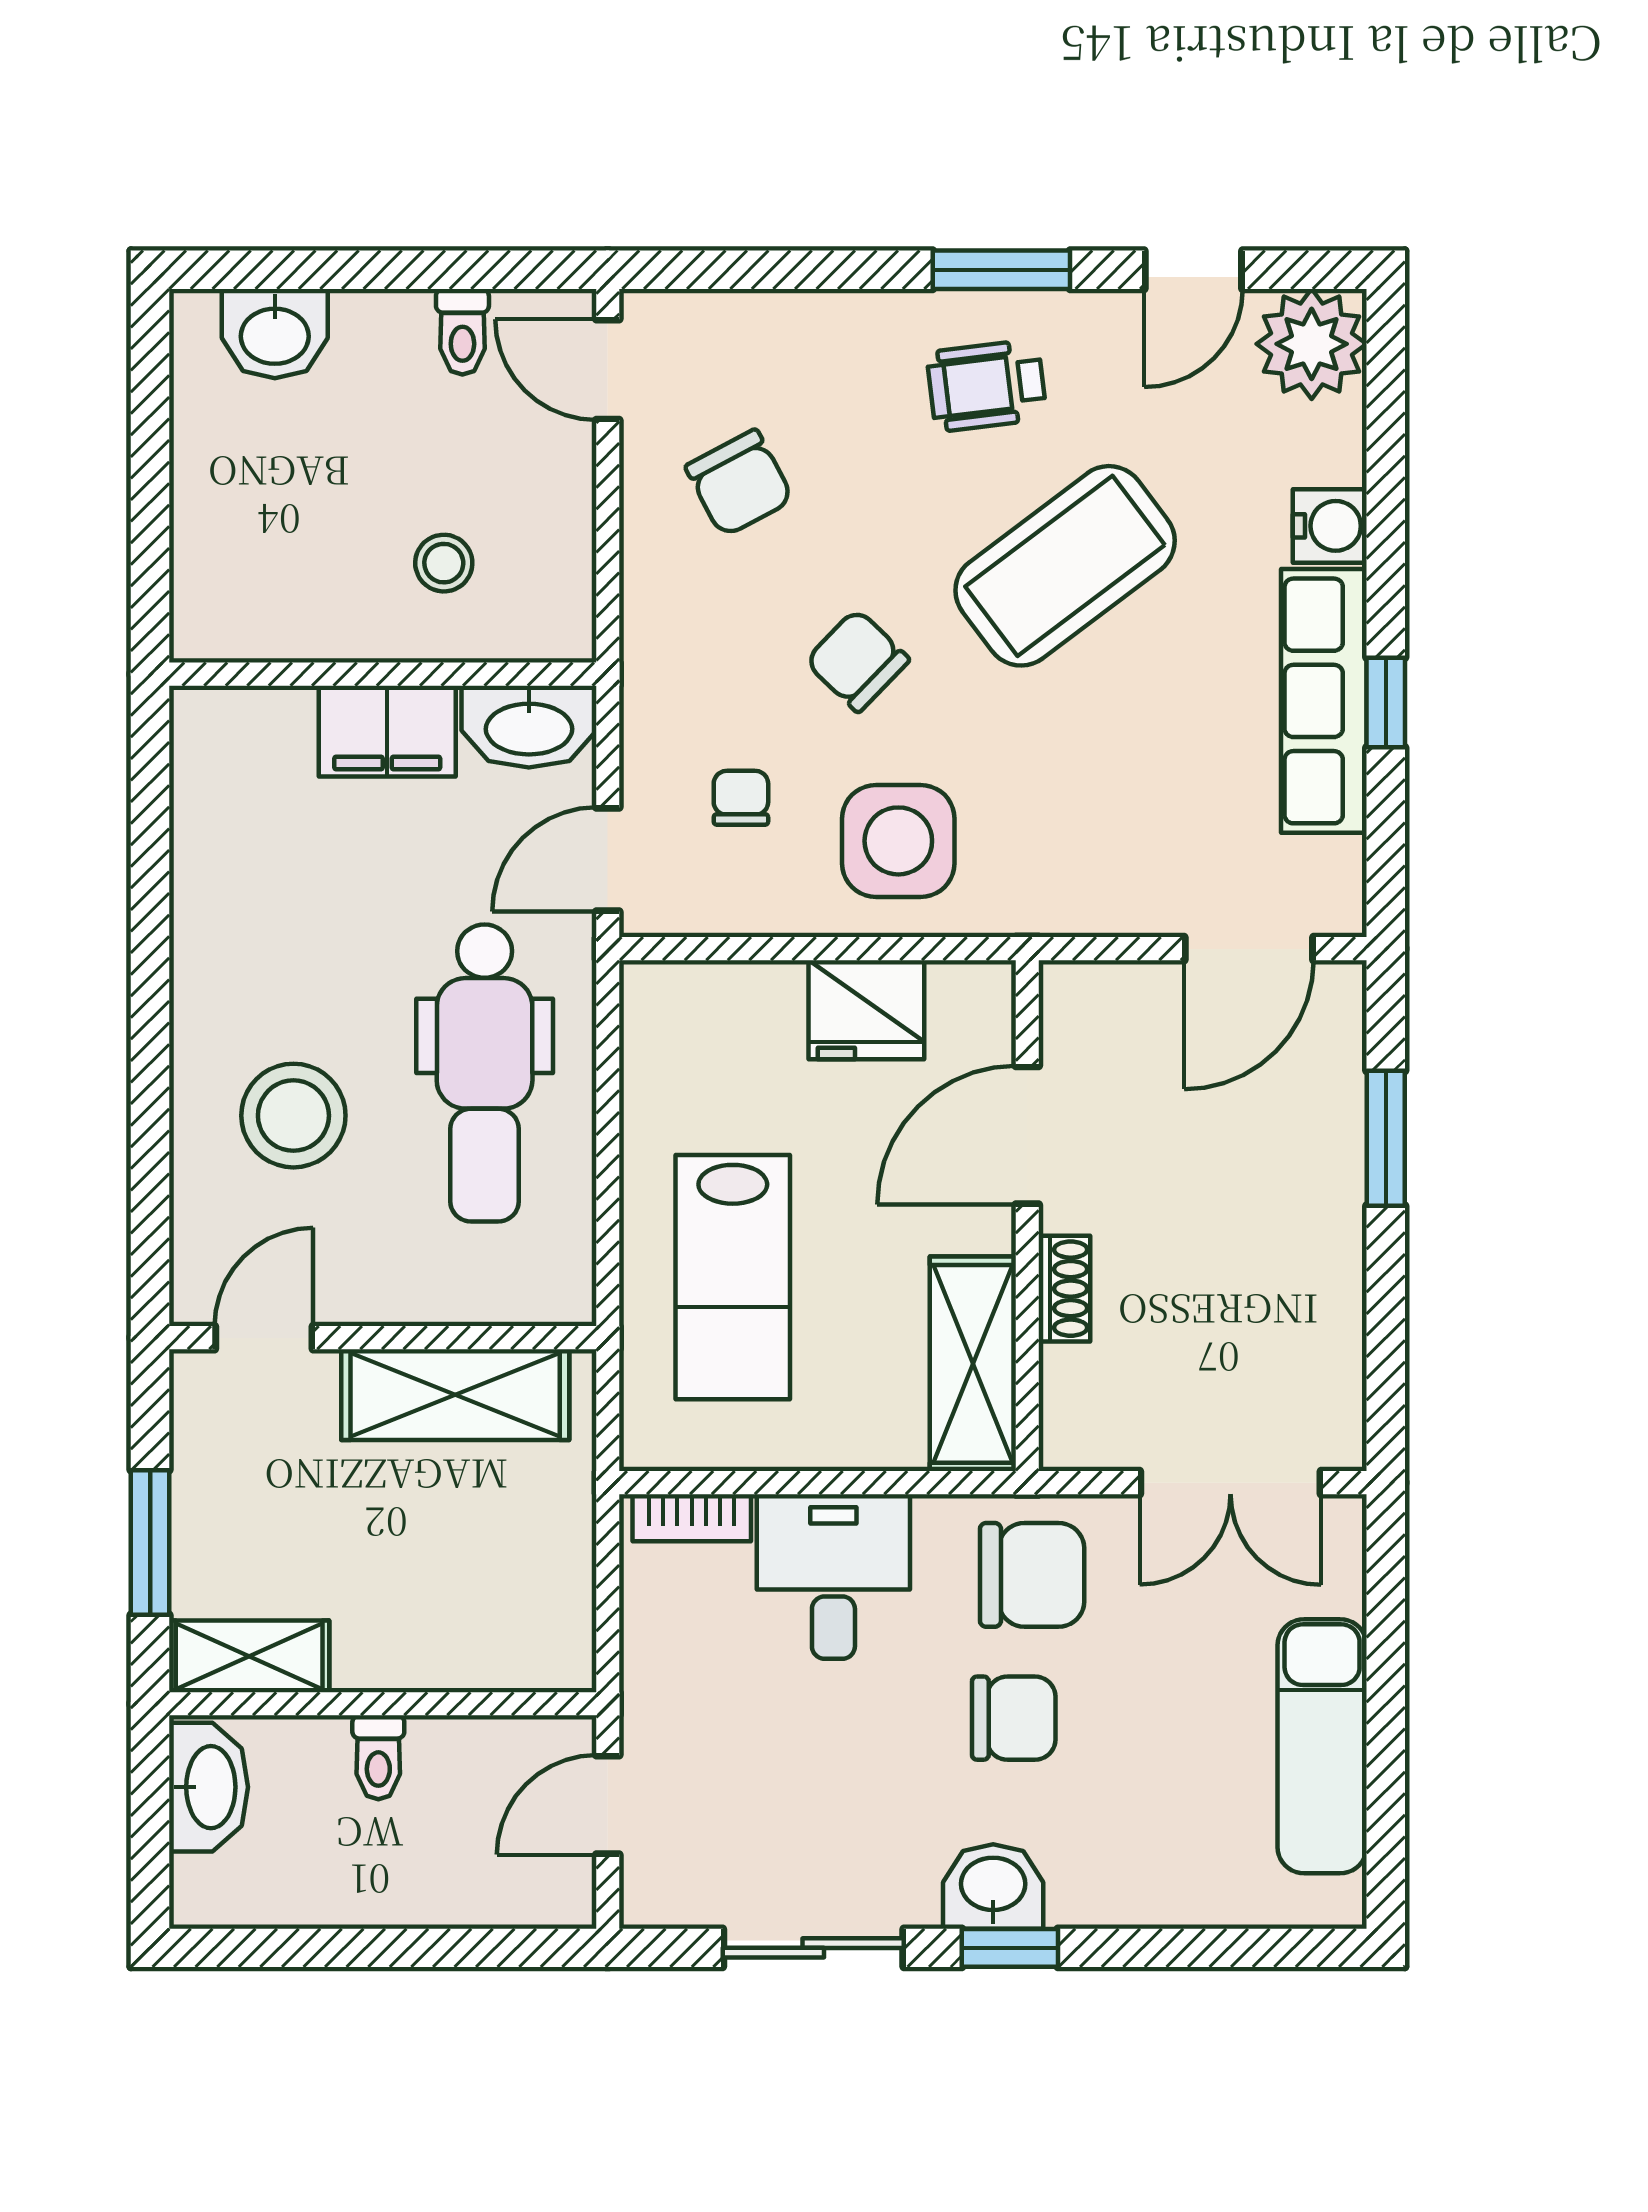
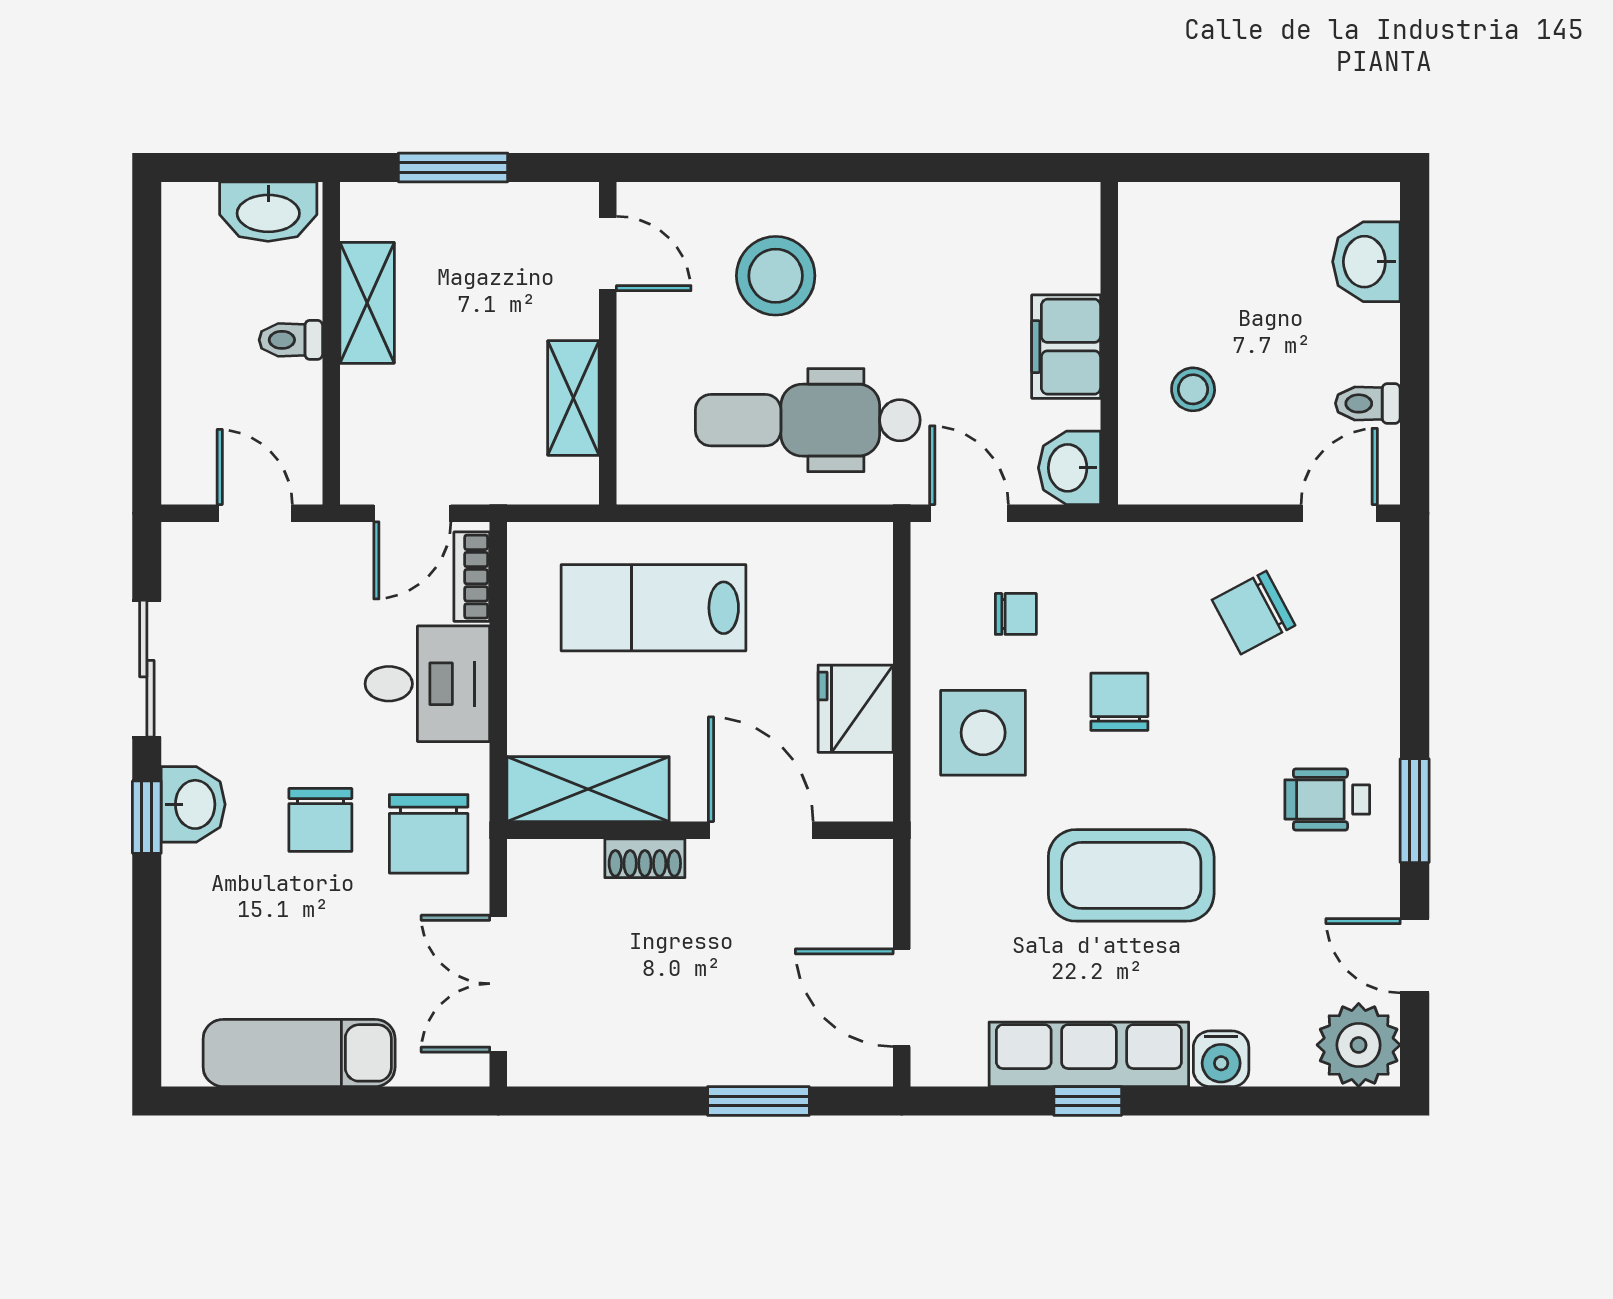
wheelchair: (987, 386) -> (1327, 799), turned -83
coffee table: (1065, 566) -> (1131, 875), moved, turned -53
chair: (857, 661) -> (1119, 702), turned -44
washbasin: (529, 727) -> (1069, 468), width x0.72
shelving: (455, 1395) -> (573, 398), width x0.67, depth x0.75
door: (608, 1596) -> (412, 513), added
shelving: (249, 1656) -> (367, 303), moved

